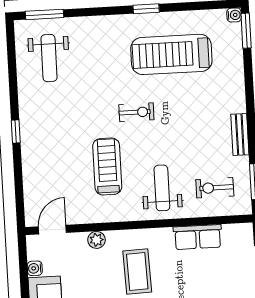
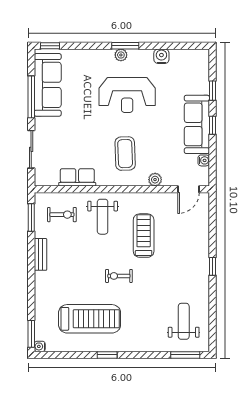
treadmill: (107, 166) -> (144, 236), turned 180

